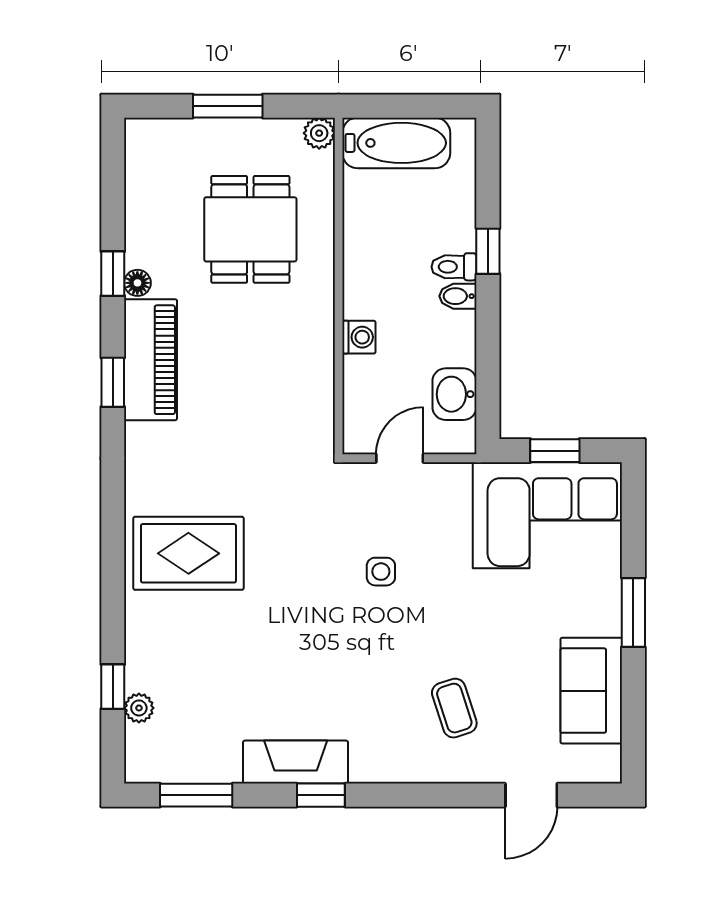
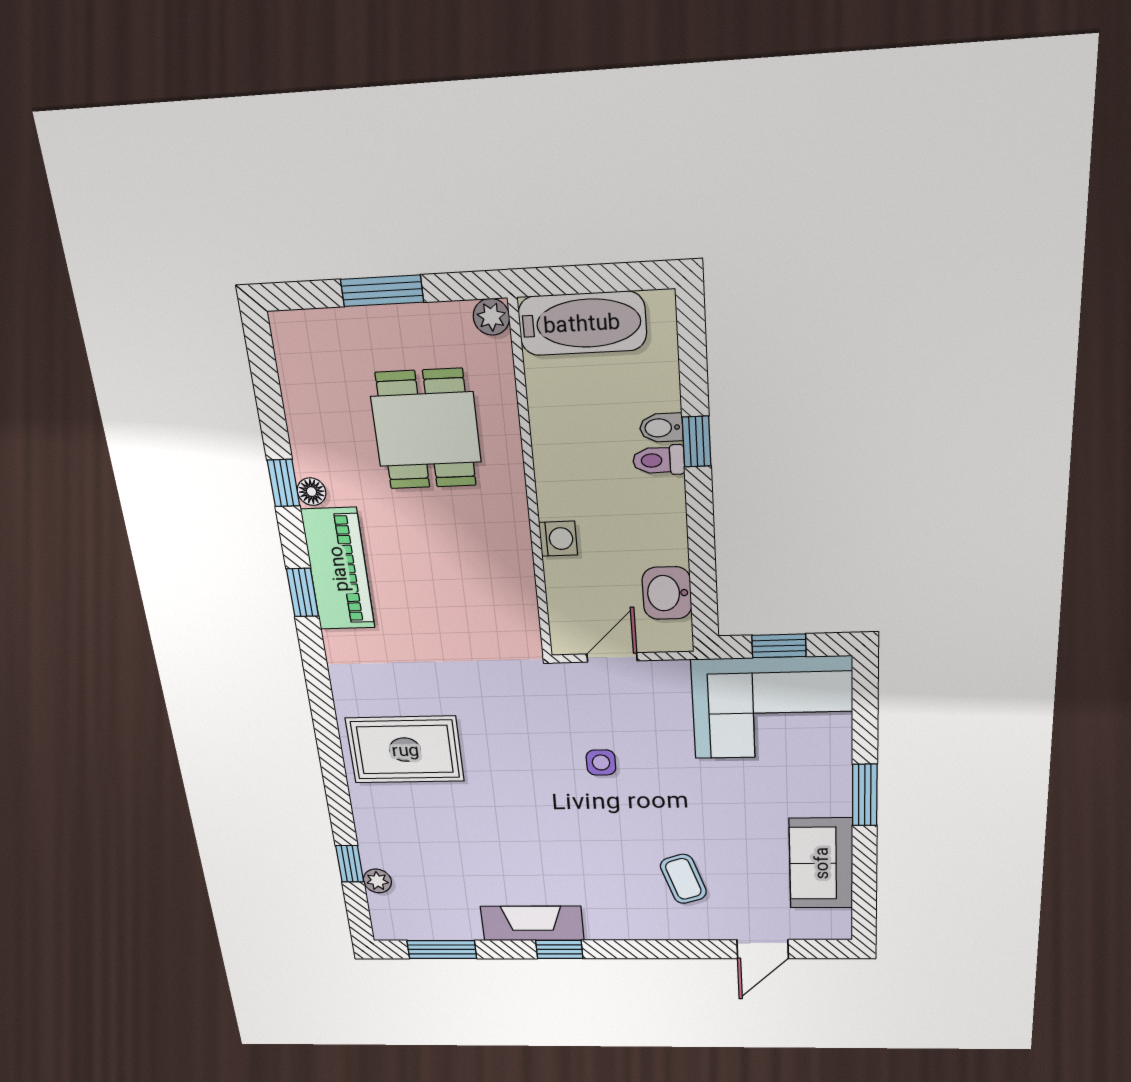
bidet: (458, 296) -> (661, 428), moved

